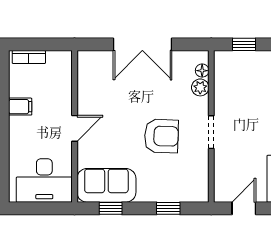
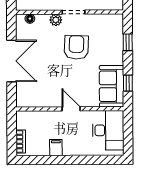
plant: (200, 87) -> (56, 20), moved

